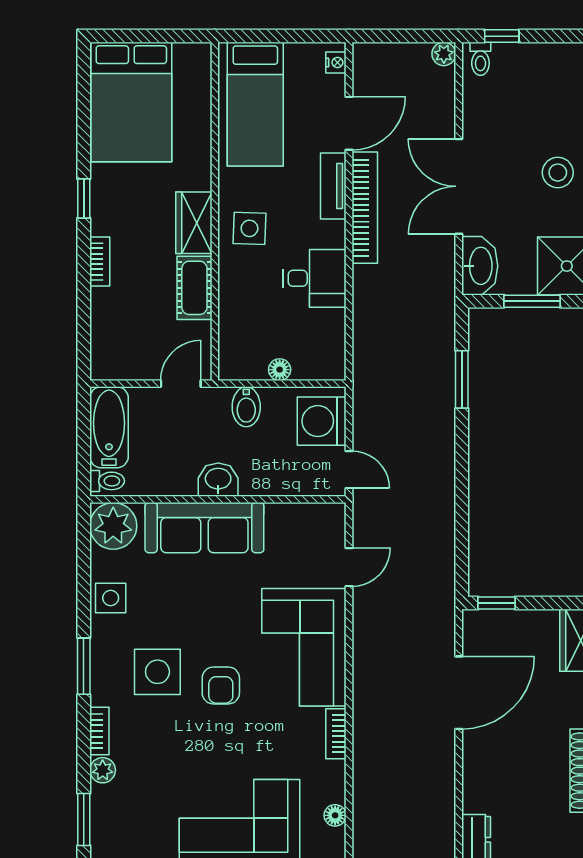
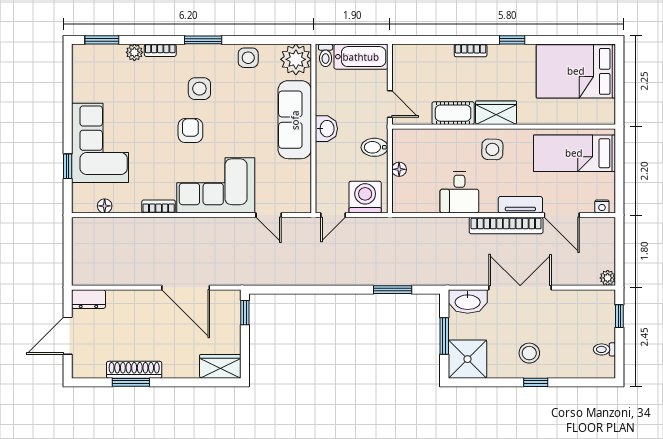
toilet: (480, 59) -> (604, 349), moved
side table: (157, 672) -> (199, 89), width x0.73, depth x0.73
armchair: (221, 685) -> (190, 130), turned 90

